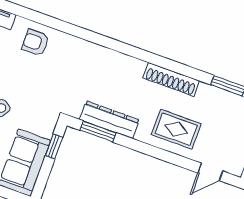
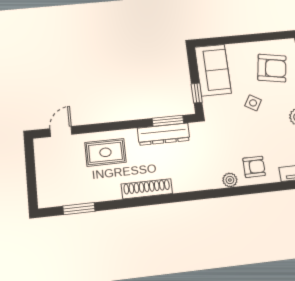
plant: (67, 41) -> (230, 180), added
shoe rack: (171, 79) -> (147, 189), moved

